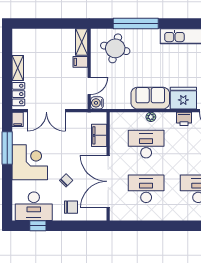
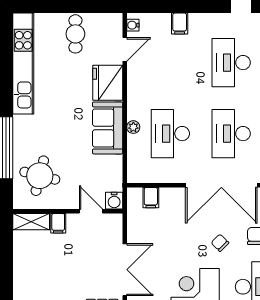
printer: (184, 119) -> (136, 82), removed
filing cabinet: (99, 135) -> (151, 198), width x0.50

